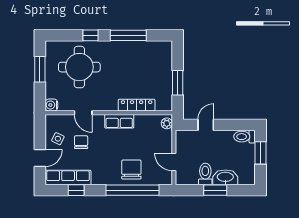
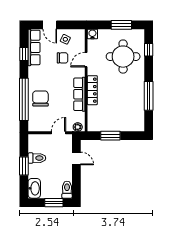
window: (90, 35) -> (149, 50), moved
locker: (137, 105) -> (92, 90), moved
row of seats: (119, 121) -> (79, 94), width x1.48
door: (174, 162) -> (58, 133), moved
chair: (131, 170) -> (40, 99), turned -90
washbasin: (225, 177) -> (34, 188), moved

